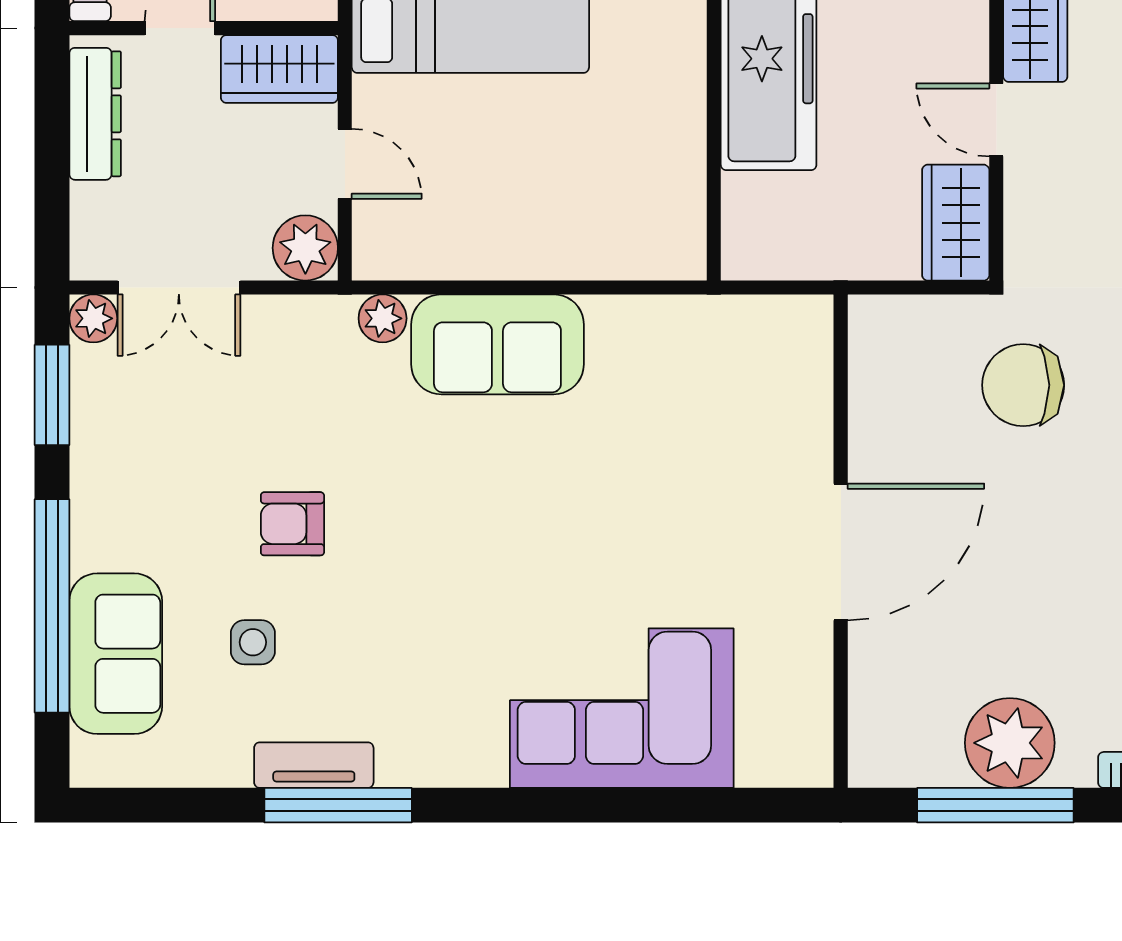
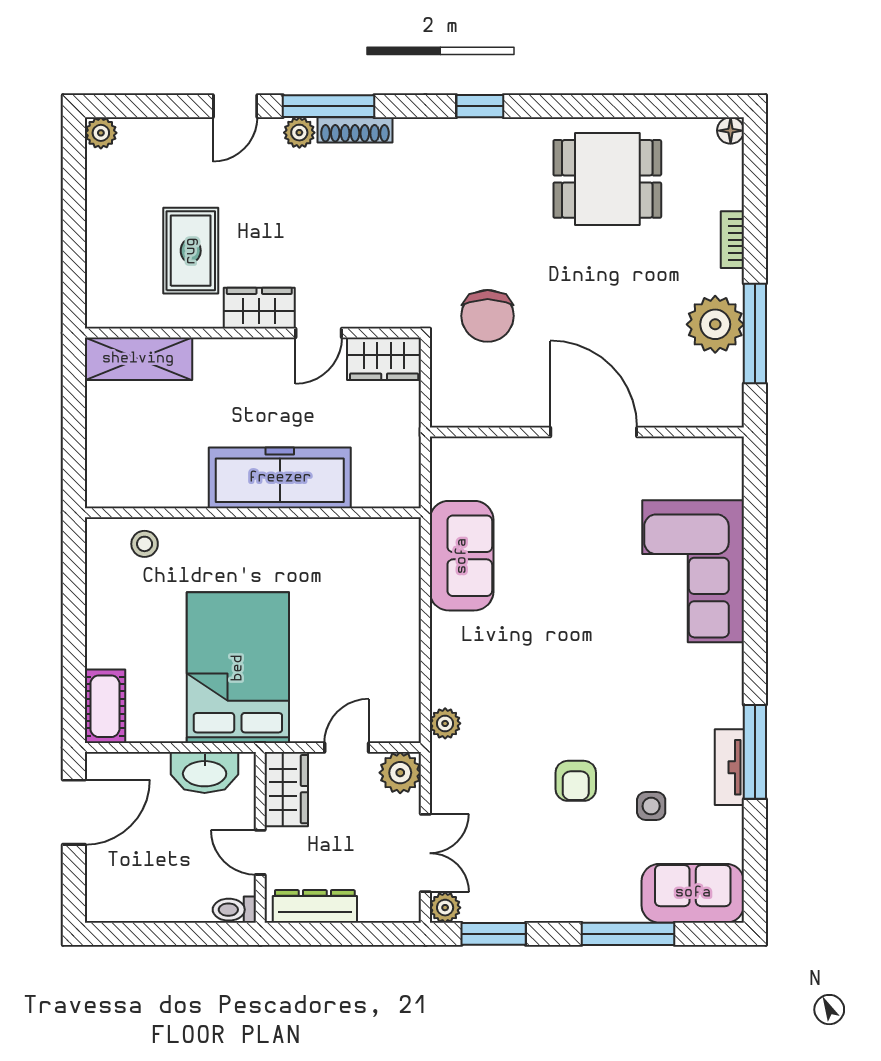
sofa: (497, 344) -> (462, 556), moved
window: (52, 606) -> (628, 934), width x0.68
sofa: (116, 654) -> (693, 893), moved

